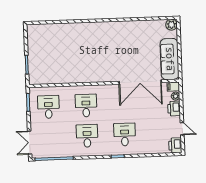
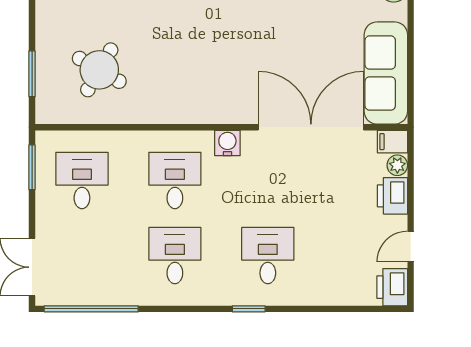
round table: (54, 62) -> (99, 70), added
double door: (140, 82) -> (311, 127), swing flipped
water cooler: (107, 90) -> (227, 143), added
door: (182, 129) -> (411, 246), swing flipped

